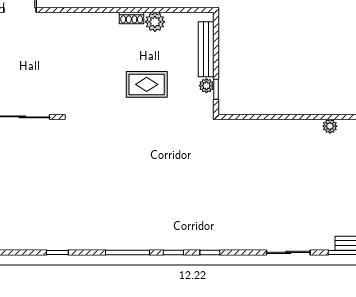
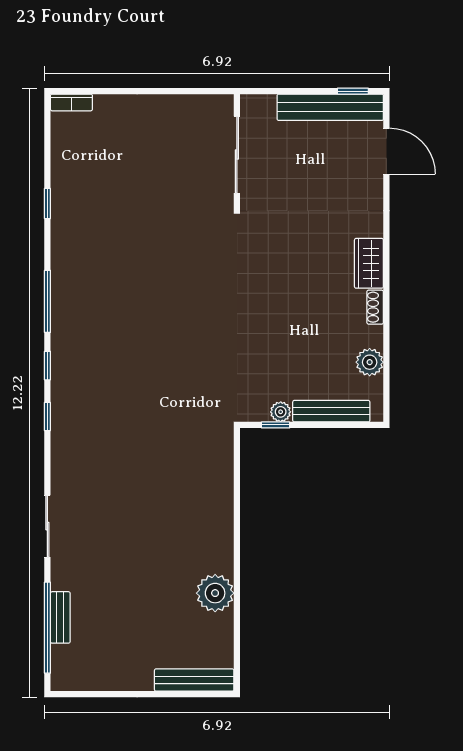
wardrobe: (100, 22) -> (369, 263), added
plant: (155, 22) -> (370, 362), moved
rug: (147, 84) -> (282, 328), removed
plant: (330, 126) -> (215, 593), width x1.88, depth x1.88

